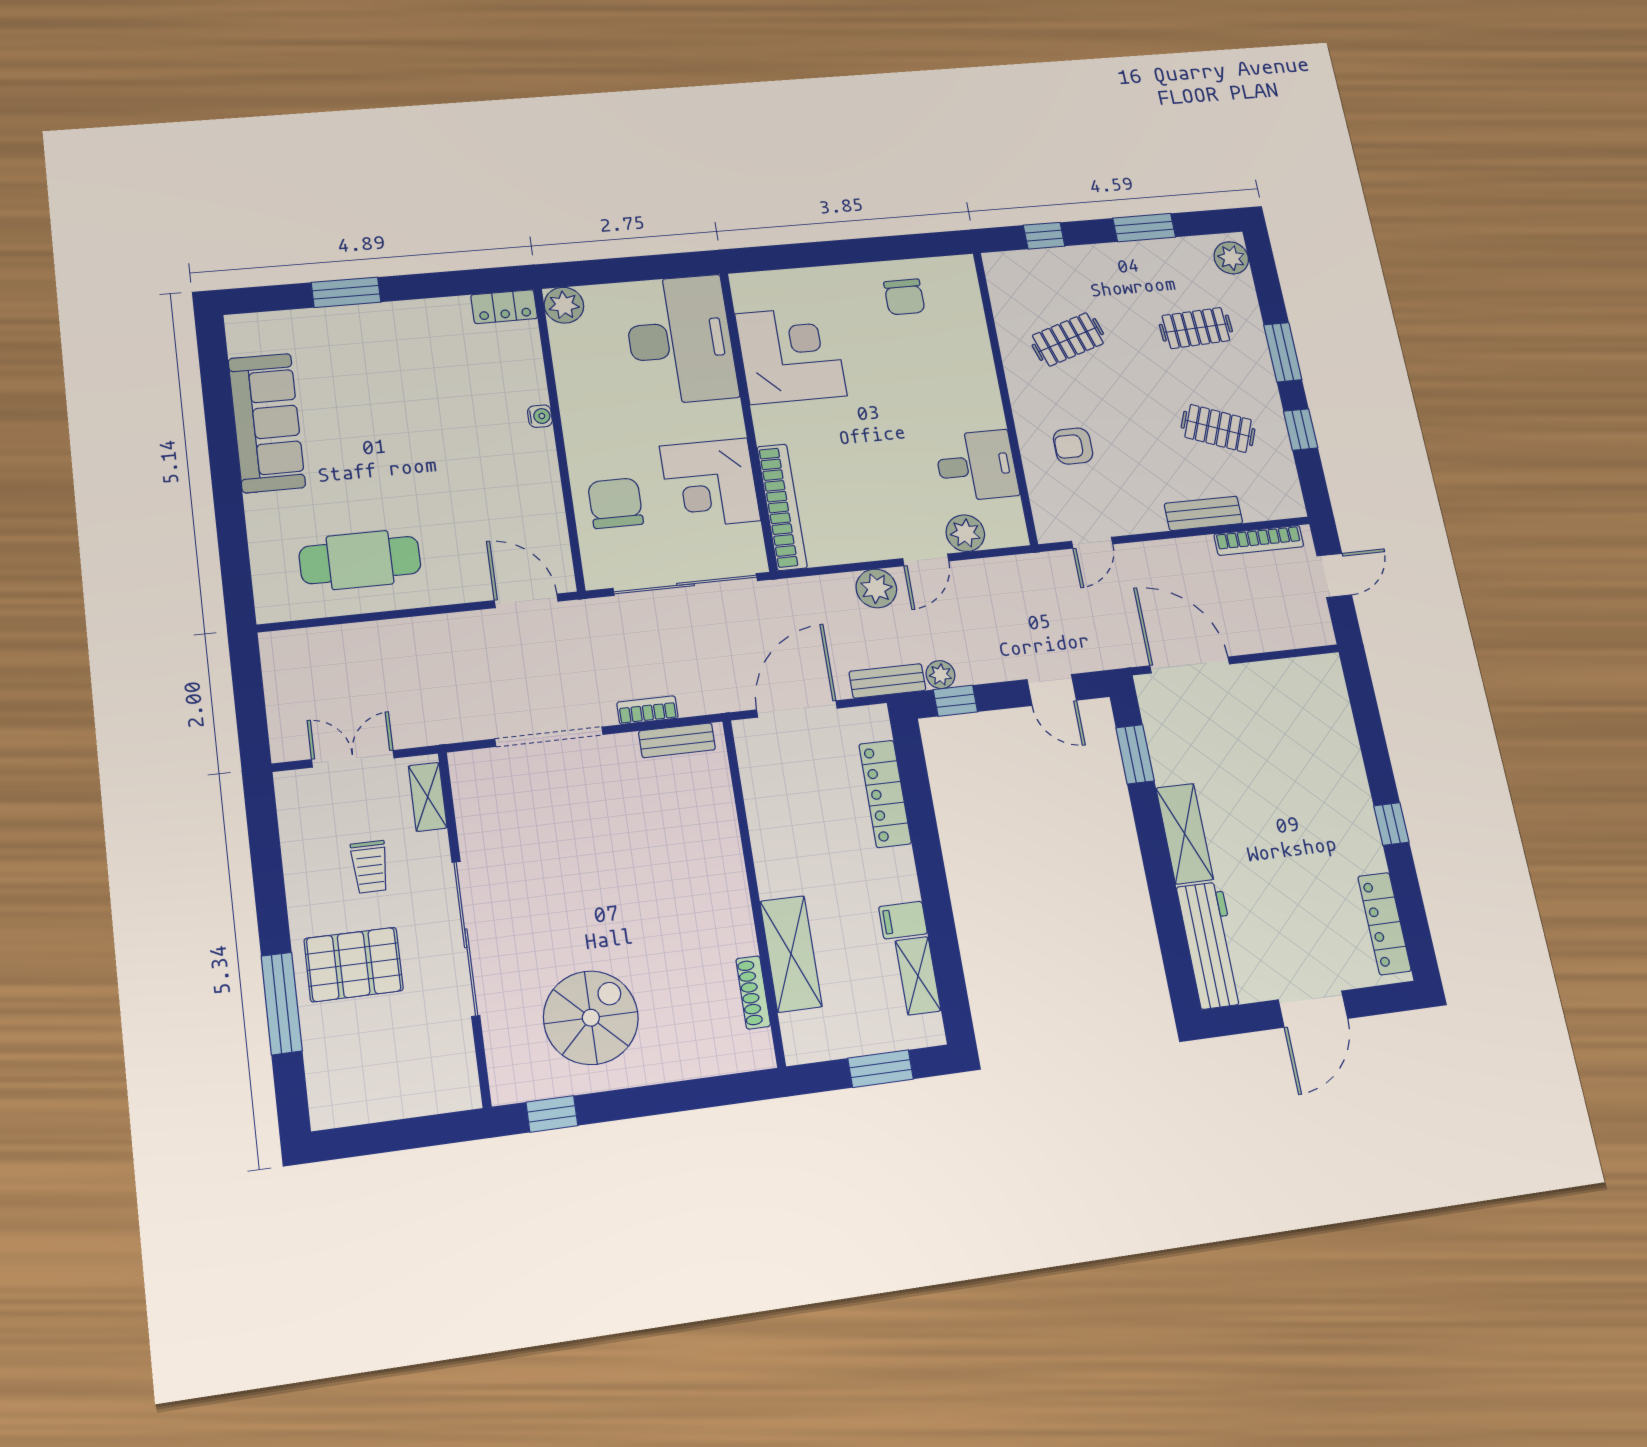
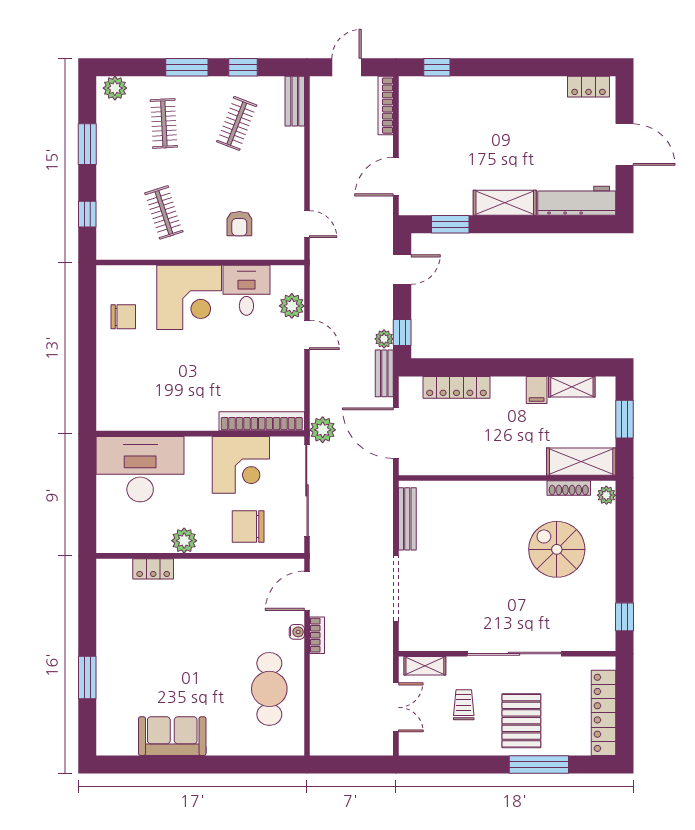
plant: (564, 305) -> (184, 541), moved
locker: (504, 307) -> (153, 569), moved, turned 90
corner desk: (791, 355) -> (189, 297), moved, turned 180
water cooler: (540, 416) -> (297, 632), moved, turned 90
sofa: (267, 423) -> (172, 736), width x0.73
bench: (1203, 513) -> (295, 101), moved
bookcase: (1259, 540) -> (386, 106), moved, turned 180
door: (1334, 575) -> (347, 67), hinge flipped
plant: (876, 588) -> (323, 430), moved
door: (1190, 665) -> (396, 177), width x0.73
bookcase: (647, 710) -> (317, 635), moved, turned 180
bench: (677, 740) -> (407, 519), width x1.36
double door: (353, 759) -> (396, 707), swing flipped
window: (1391, 824) -> (437, 67), moved
trolley: (370, 867) -> (464, 705), turned -90
locker: (1384, 924) -> (589, 87), width x0.66
shelving: (791, 954) -> (581, 462), moved
spiral stairs: (591, 1018) -> (557, 549), moved
plant: (751, 1056) -> (606, 495), added
locker: (383, 1101) -> (603, 713), added

